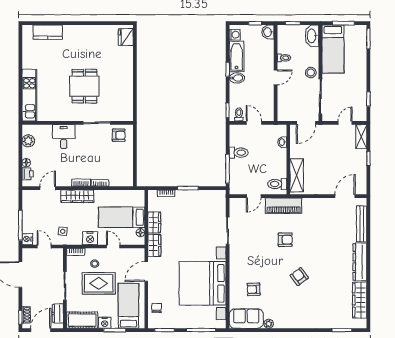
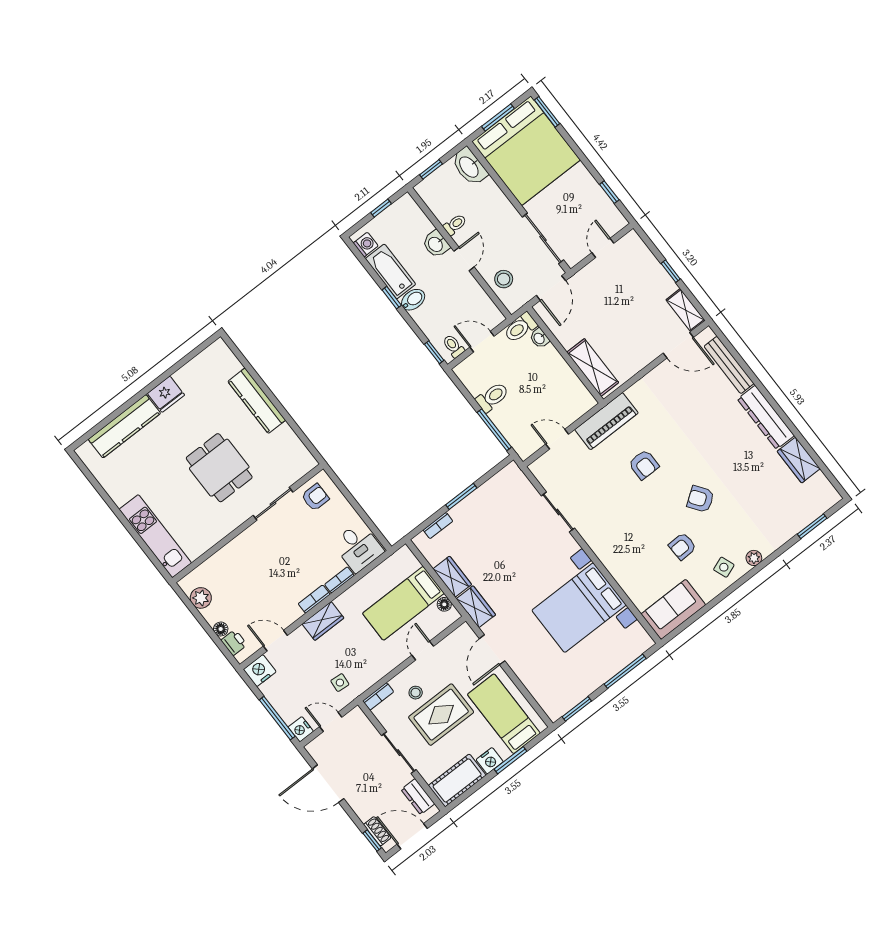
kitchen counter: (48, 32) -> (124, 426), width x1.50
washbasin: (268, 32) -> (436, 244), moved
fridge: (126, 37) -> (166, 394), moved, turned -90
bed: (333, 49) -> (526, 151), width x2.04
kitchen counter: (126, 68) -> (257, 401), added
stool: (311, 73) -> (504, 279), moved
desk: (64, 137) -> (358, 547), moved, turned 180
shelving: (361, 137) -> (686, 310), moved
toilet: (277, 184) -> (520, 328), moved
door: (48, 188) -> (275, 641), hinge flipped
wardrobe: (77, 196) -> (323, 621), width x0.67
door: (254, 196) -> (557, 439), swing flipped
door: (345, 196) -> (678, 345), swing flipped
nightstand: (90, 238) -> (260, 671), moved, turned 180
armchair: (285, 240) -> (644, 465), turned 90
door: (113, 246) -> (423, 651), hinge flipped
bed with nightstands: (203, 283) -> (579, 608), width x0.73
armchair: (254, 289) -> (682, 546), moved
wardrobe: (360, 300) -> (799, 460), width x0.67
chair: (157, 308) -> (543, 687), removed
side table: (285, 317) -> (724, 567), added
plant: (269, 324) -> (754, 558), moved
door: (41, 330) -> (412, 836), hinge flipped

